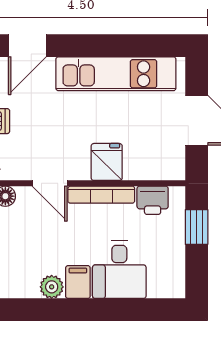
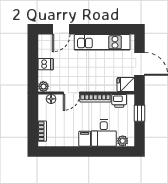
fridge: (107, 162) -> (126, 84), moved, turned -90
door: (50, 183) -> (72, 93), hinge flipped
plant: (52, 287) -> (123, 141), moved

